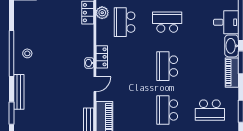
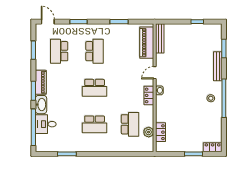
school desk: (167, 66) -> (95, 88), turned 90
school desk: (210, 110) -> (59, 51), turned -90

